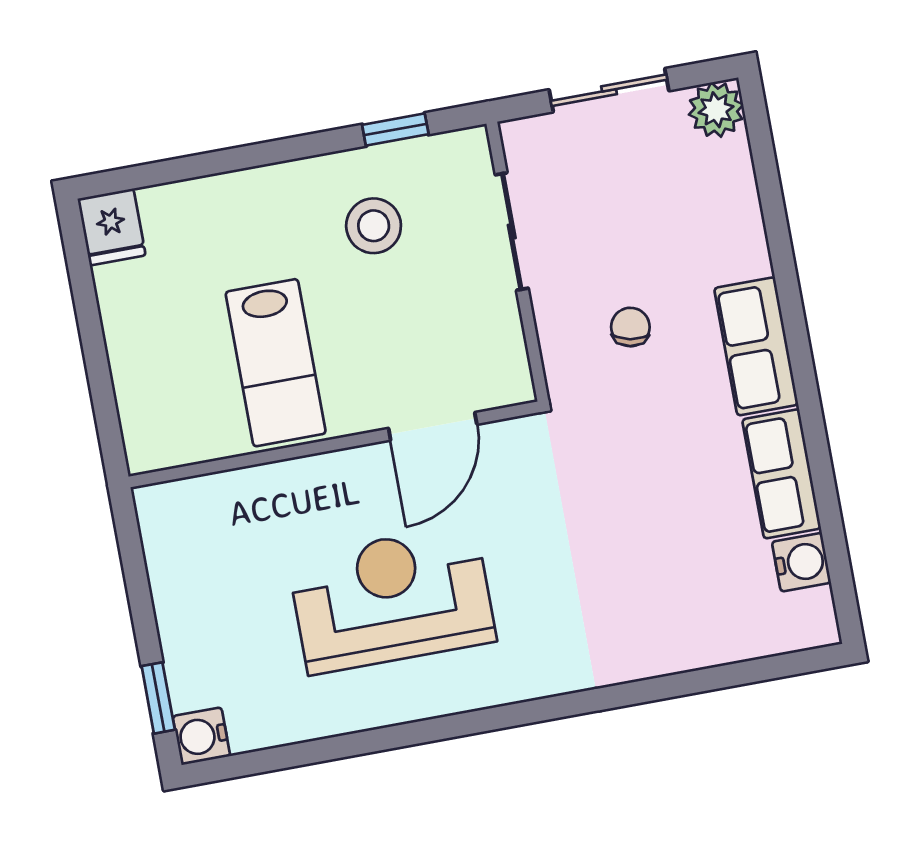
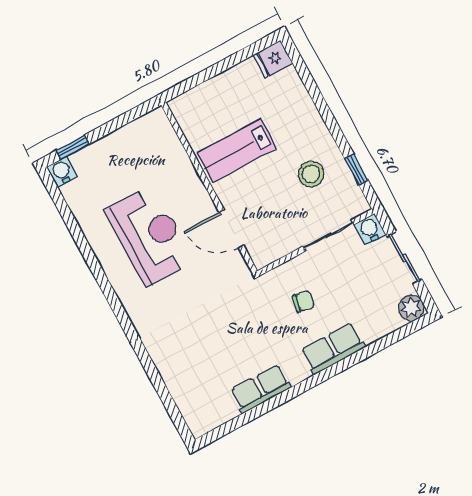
row of seats: (756, 346) -> (333, 349), moved
water cooler: (801, 562) -> (370, 229), moved, turned 180

